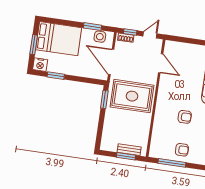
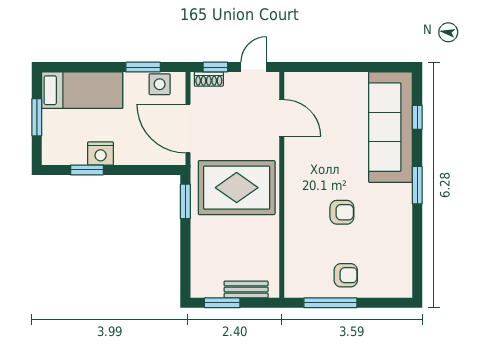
bed: (59, 39) -> (82, 90), width x0.67
nightstand: (40, 65) -> (101, 153), moved
window: (126, 156) -> (222, 303), moved

